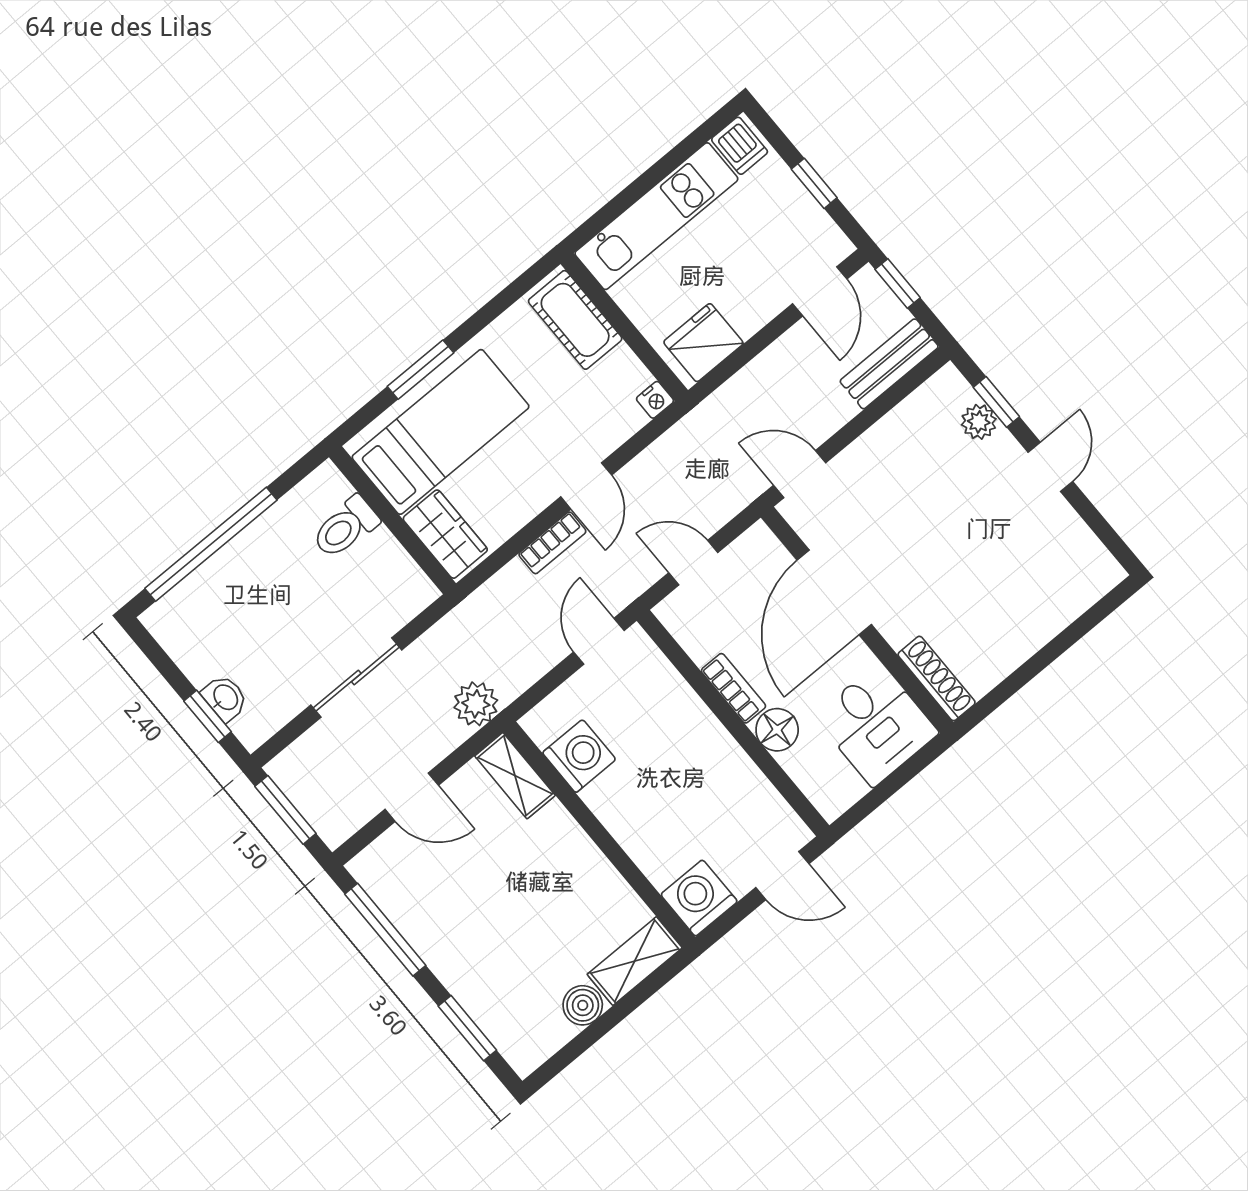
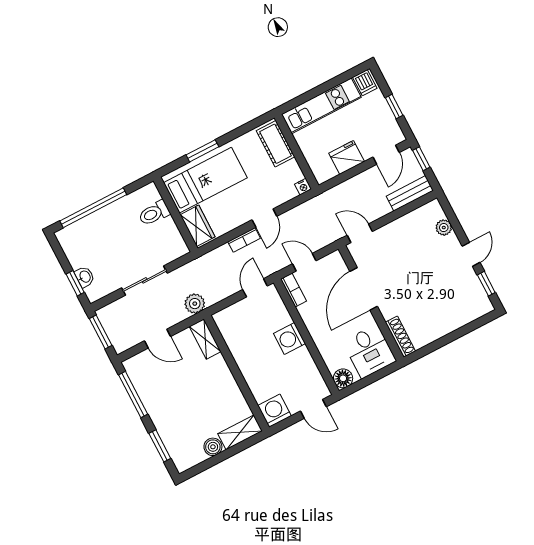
fridge: (703, 343) -> (347, 157), moved
window: (996, 402) -> (486, 284), moved
bookcase: (733, 688) -> (294, 290), moved
floor lamp: (777, 730) -> (343, 378), moved
washing machine: (579, 756) -> (289, 339), moved, turned 180

